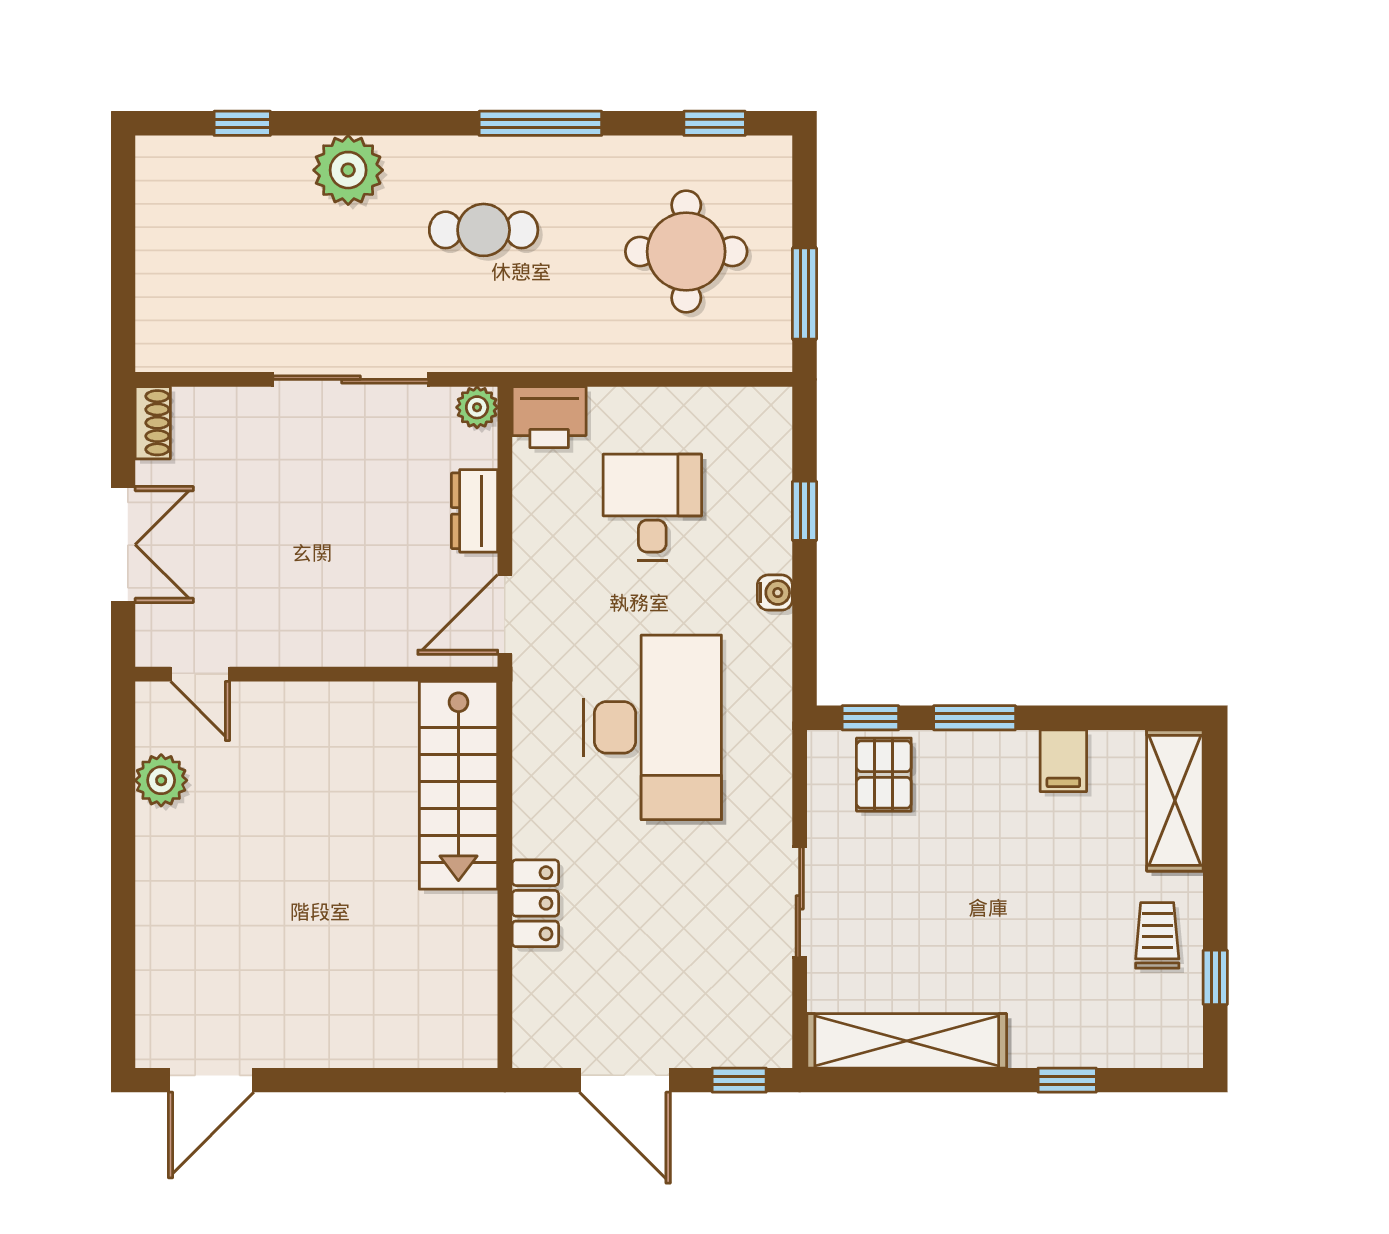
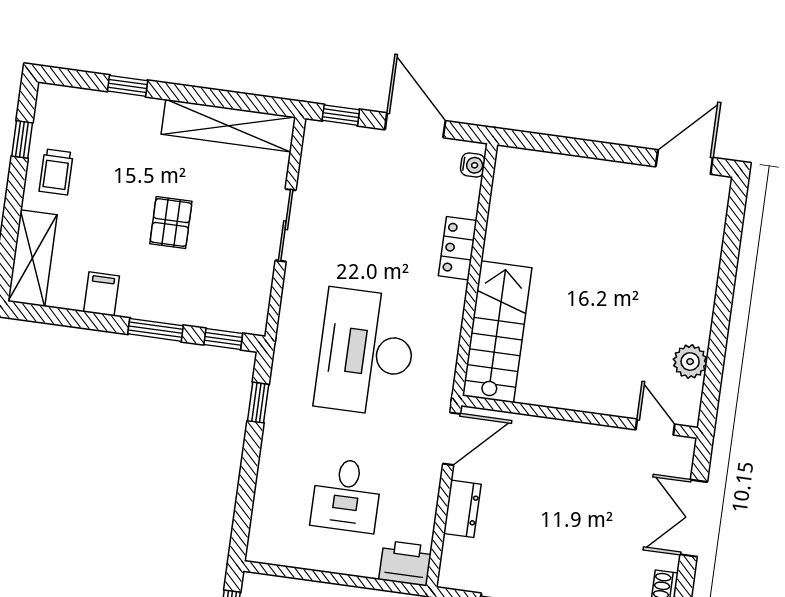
plant: (477, 407) -> (451, 576), removed
window: (805, 511) -> (258, 403), moved
water cooler: (775, 593) -> (473, 165), moved, turned 180
pallet: (884, 775) -> (171, 223), moved

